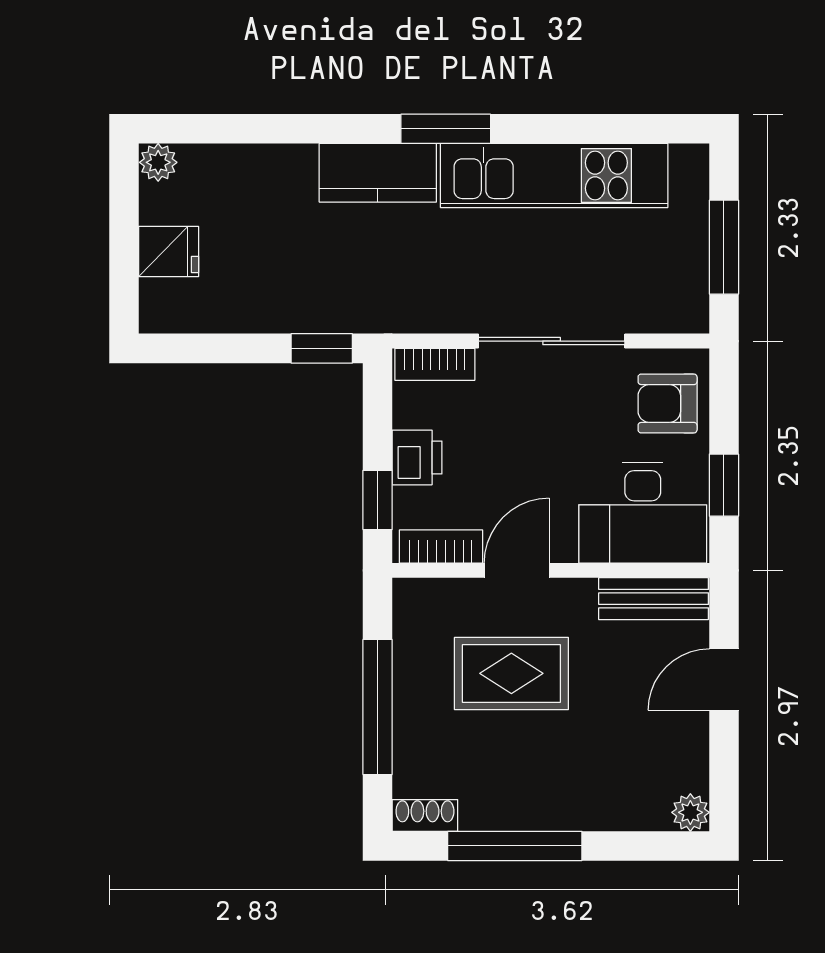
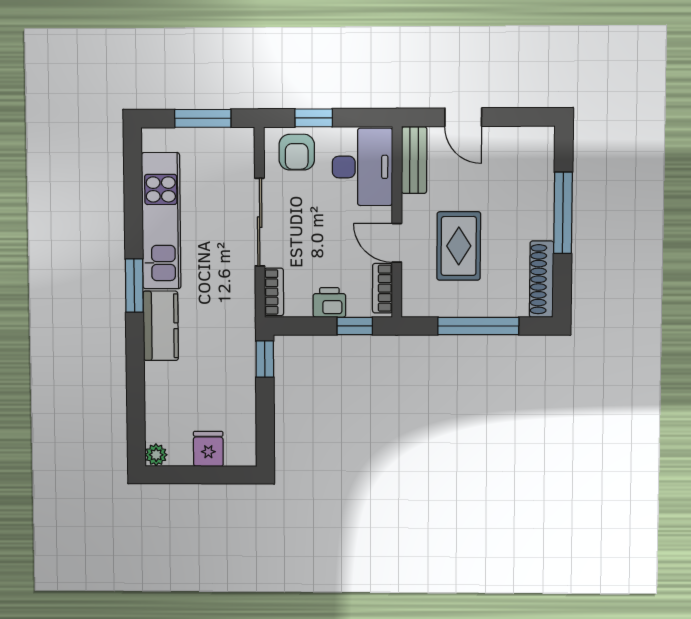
window: (724, 485) -> (314, 118), moved
plant: (690, 812) -> (544, 137), removed
shoe rack: (425, 815) -> (542, 279), width x1.94, depth x1.24
window: (515, 846) -> (563, 213), moved

